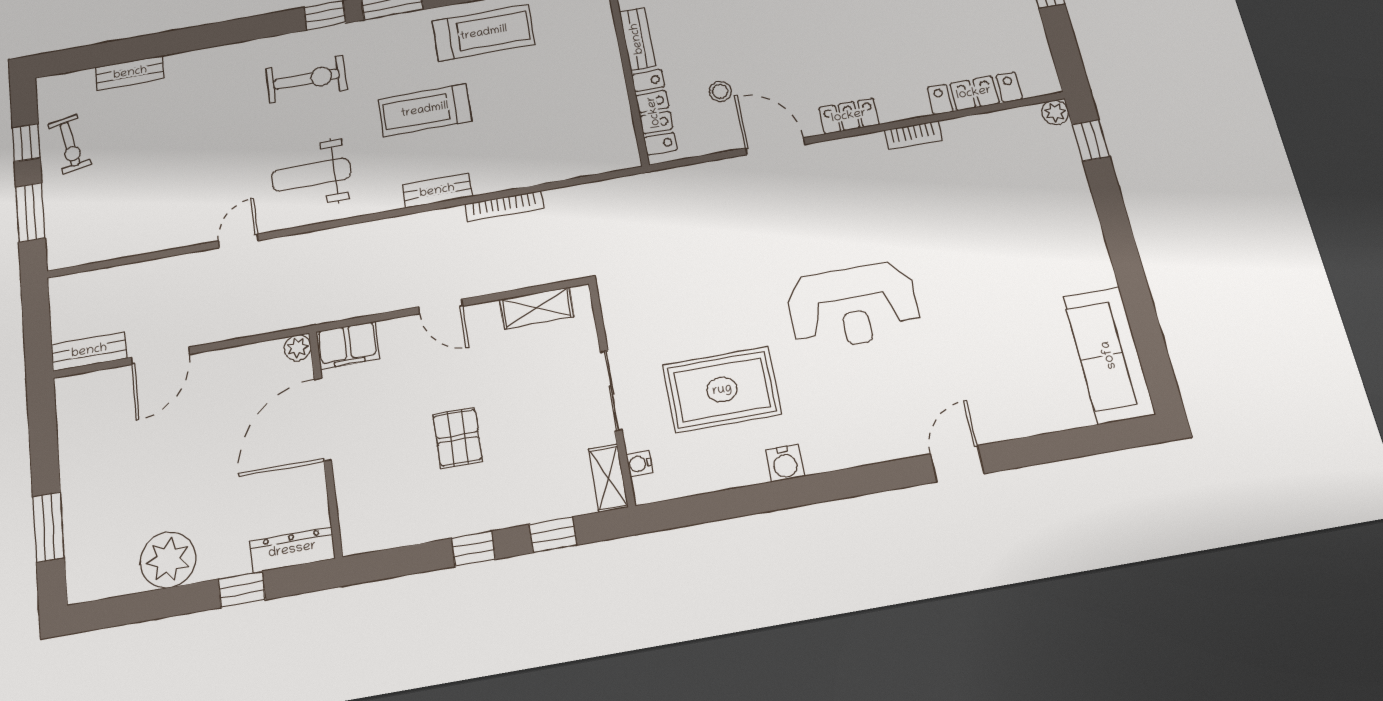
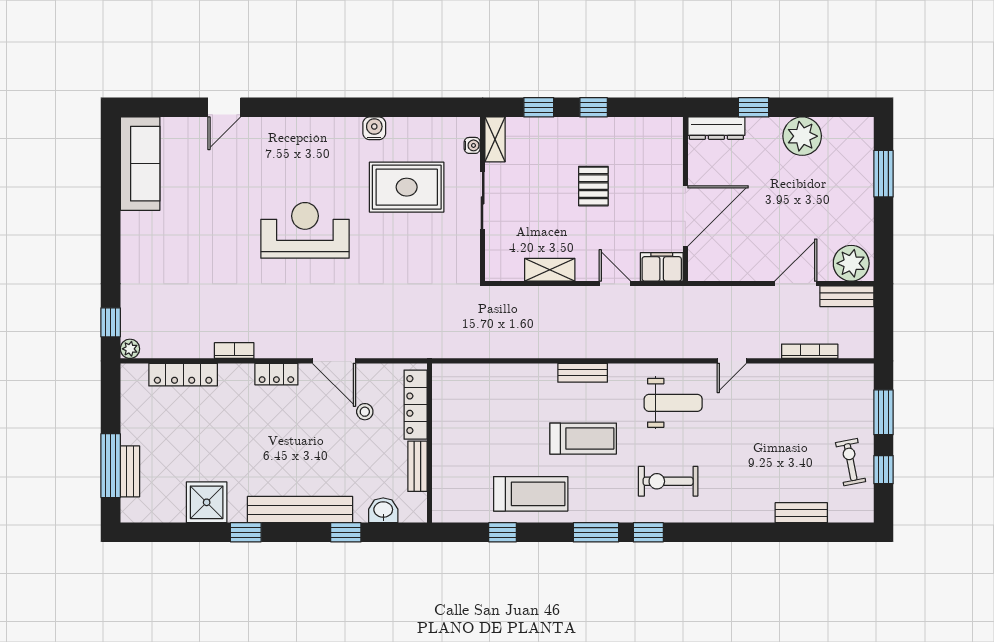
treadmill: (484, 33) -> (531, 494), turned 180
bookcase: (504, 206) -> (810, 351), moved
door: (441, 306) -> (615, 284), moved
shelving: (537, 308) -> (550, 270), moved
plant: (298, 348) -> (851, 263), moved, width x1.88, depth x1.88
door: (957, 464) -> (224, 107), moved

